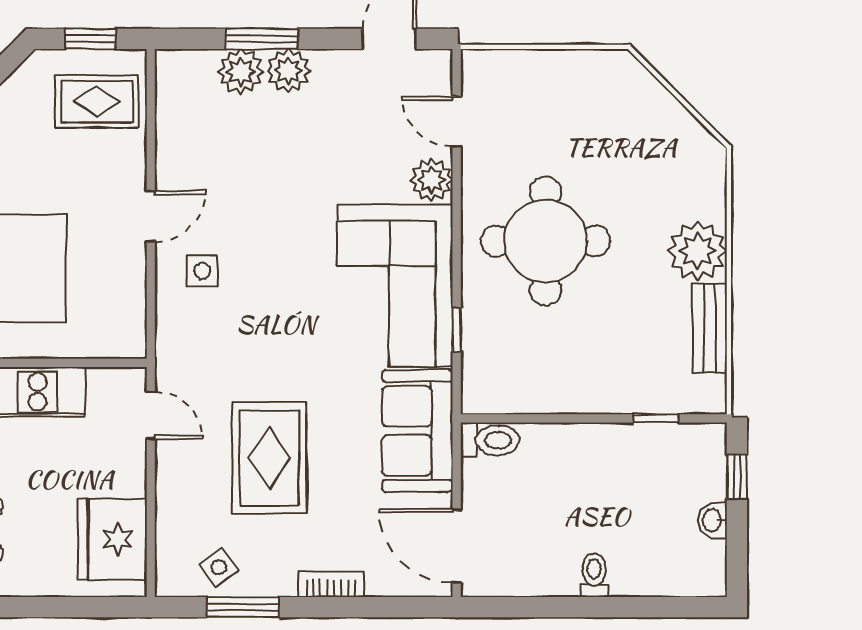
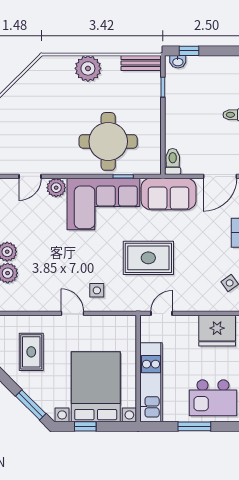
rug: (97, 102) -> (31, 352), moved
round table: (546, 241) -> (108, 141), moved
bench: (710, 328) -> (141, 63), moved
rug: (269, 458) -> (148, 258), moved
washbasin: (713, 520) -> (178, 62), moved

